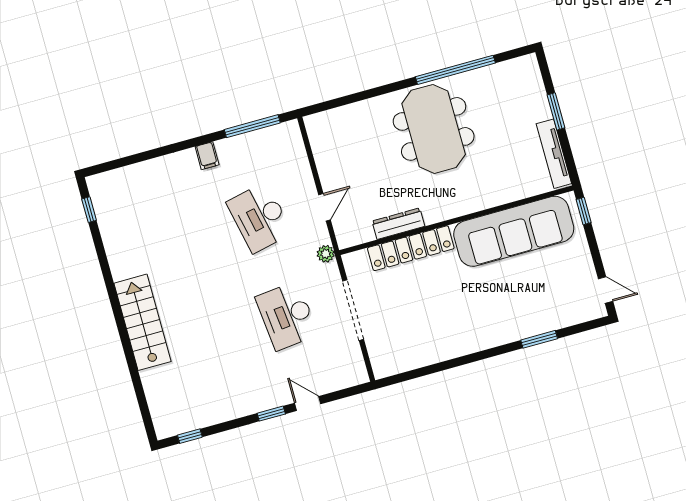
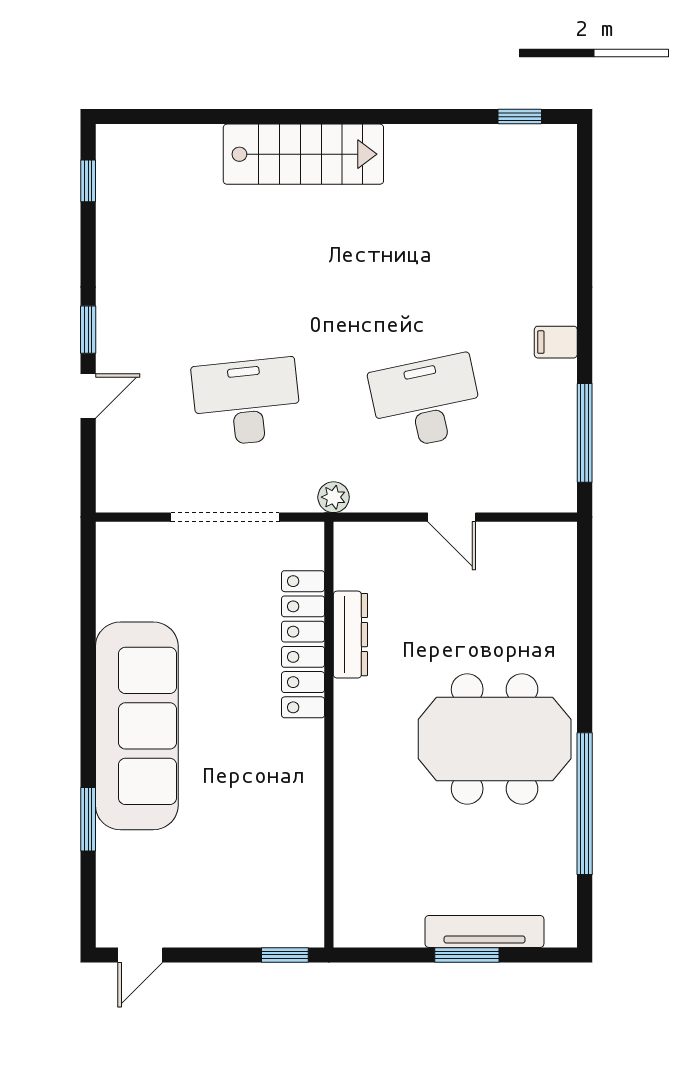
tv unit: (554, 154) -> (484, 931), moved
door: (325, 207) -> (452, 517), moved
sofa: (514, 231) -> (137, 726), moved, turned 180

